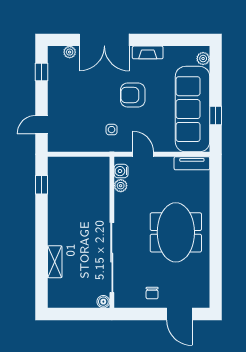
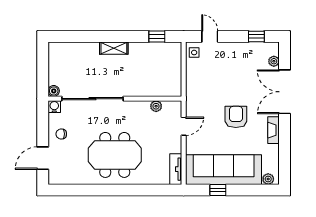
side table: (112, 130) -> (194, 53), moved
water cooler: (121, 171) -> (54, 107), moved
shelving: (55, 262) -> (114, 48), moved

